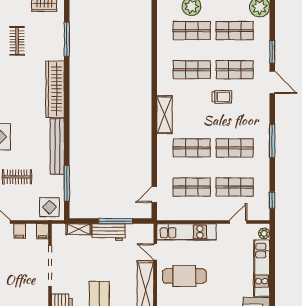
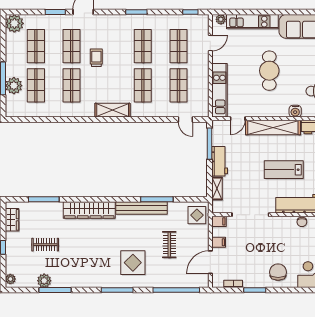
window: (272, 141) -> (136, 12), width x0.69
window: (67, 183) -> (157, 199), moved
window: (116, 221) -> (209, 144), moved
door: (238, 222) -> (210, 43), swing flipped
cafe table: (184, 276) -> (269, 71), moved

